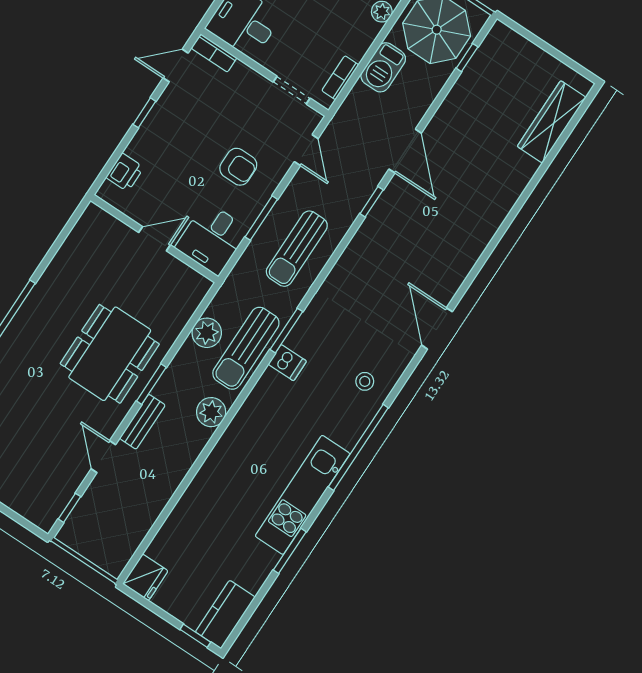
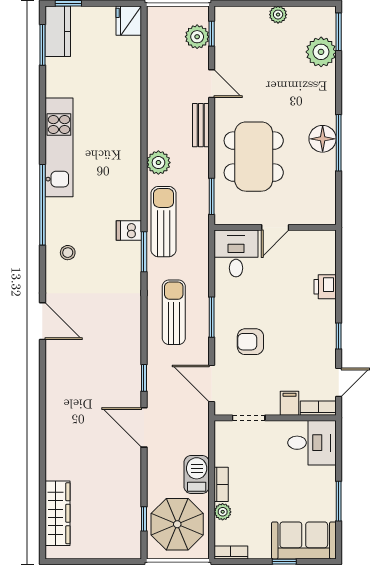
filing cabinet: (240, 77) -> (290, 403), added
bookcase: (340, 78) -> (221, 484), moved
door: (306, 150) -> (212, 384), width x1.38
door: (154, 239) -> (275, 227), moved
wall: (154, 239) -> (275, 227), moved
desk: (212, 239) -> (236, 253), moved
floor lamp: (27, 325) -> (323, 139), added
plant: (207, 333) -> (197, 37), moved
window: (151, 384) -> (212, 196), moved
window: (290, 551) -> (42, 45), moved

